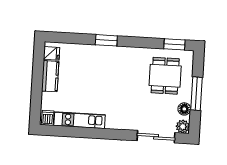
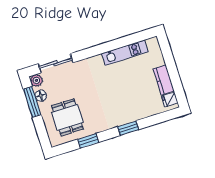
window: (174, 44) -> (88, 141), moved
window: (196, 94) -> (32, 102), moved
dishwasher: (48, 118) -> (152, 44), removed

